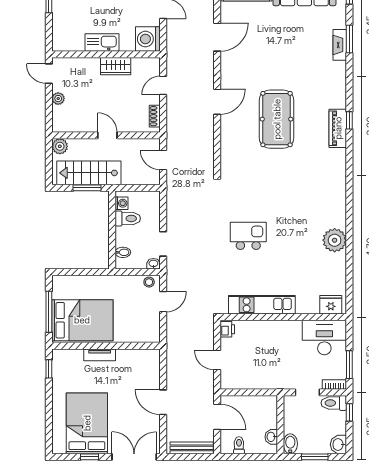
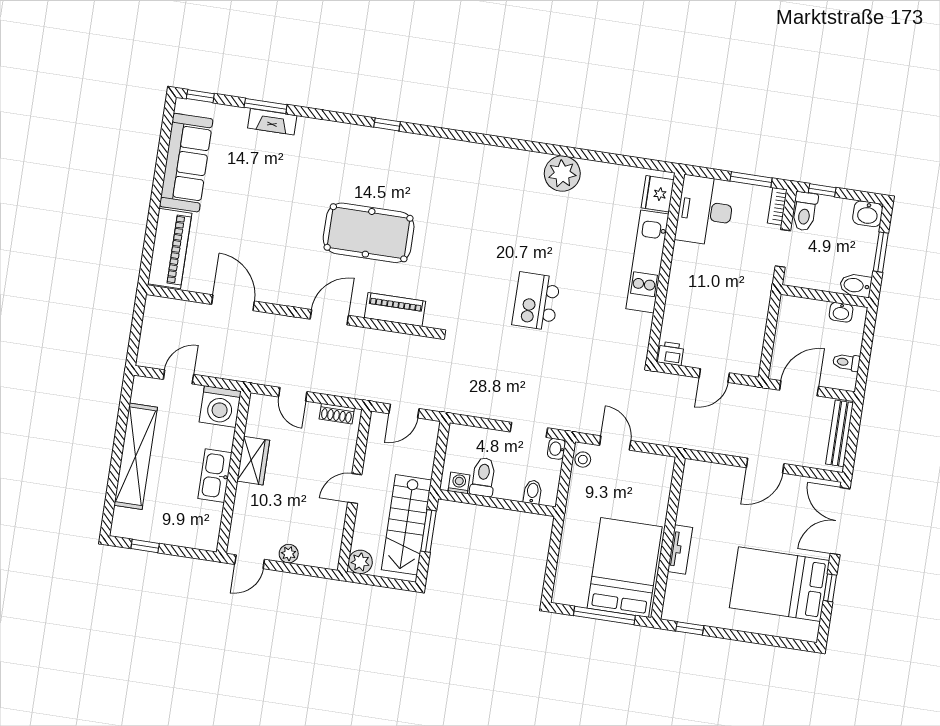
door: (217, 102) -> (329, 317), hinge flipped
piano: (338, 128) -> (395, 309), moved, turned 180
kitchen unit: (262, 305) -> (647, 261), moved

